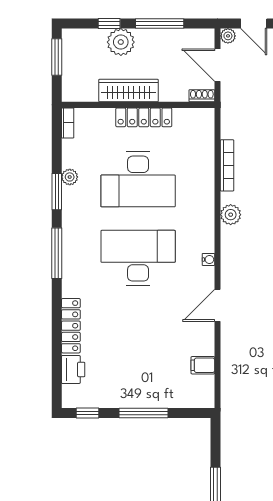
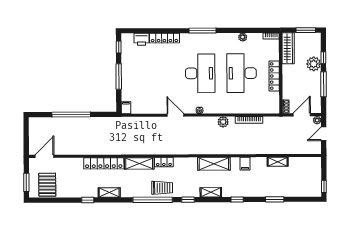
wardrobe: (129, 91) -> (288, 48), moved
window: (57, 192) -> (235, 30), removed
filing cabinet: (203, 365) -> (126, 108), moved

